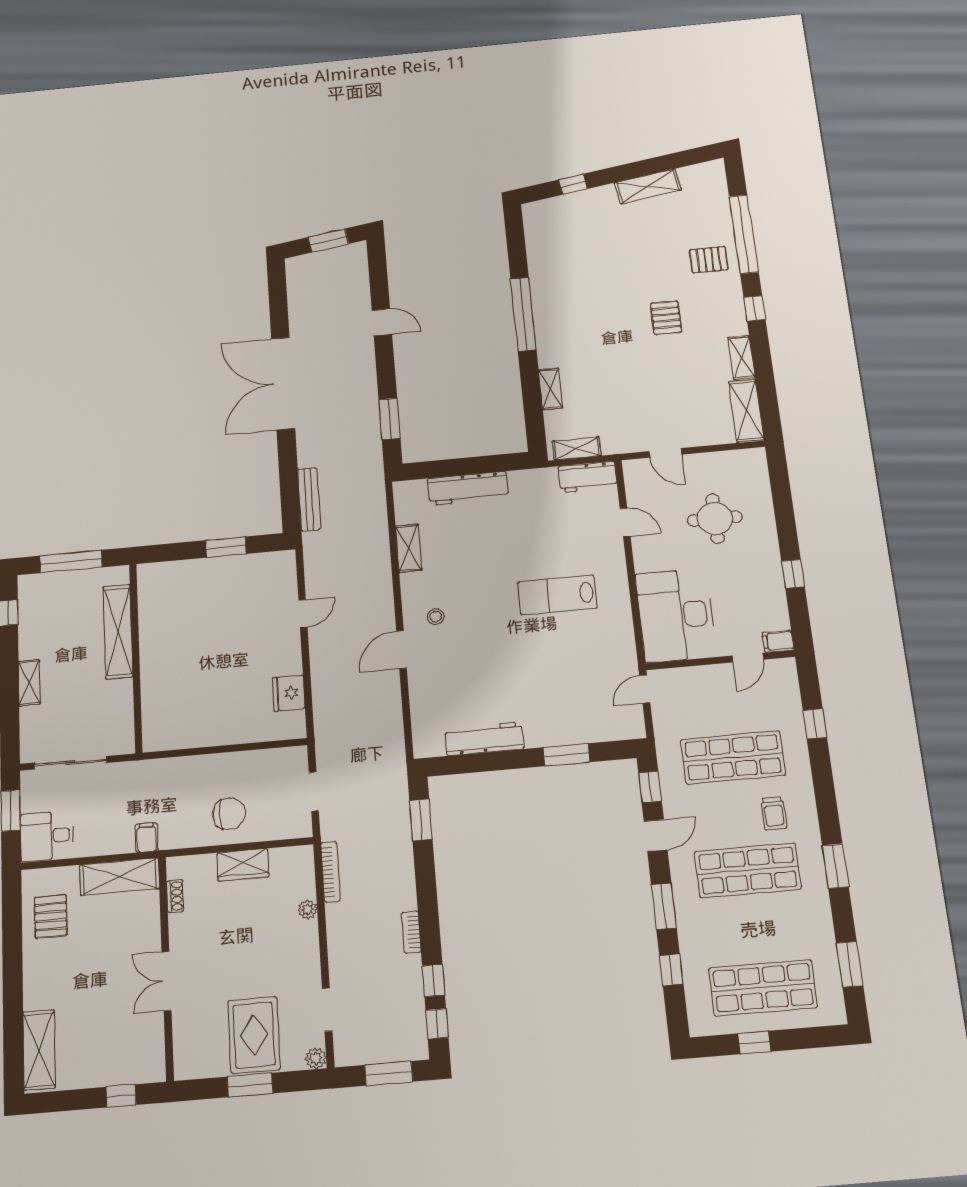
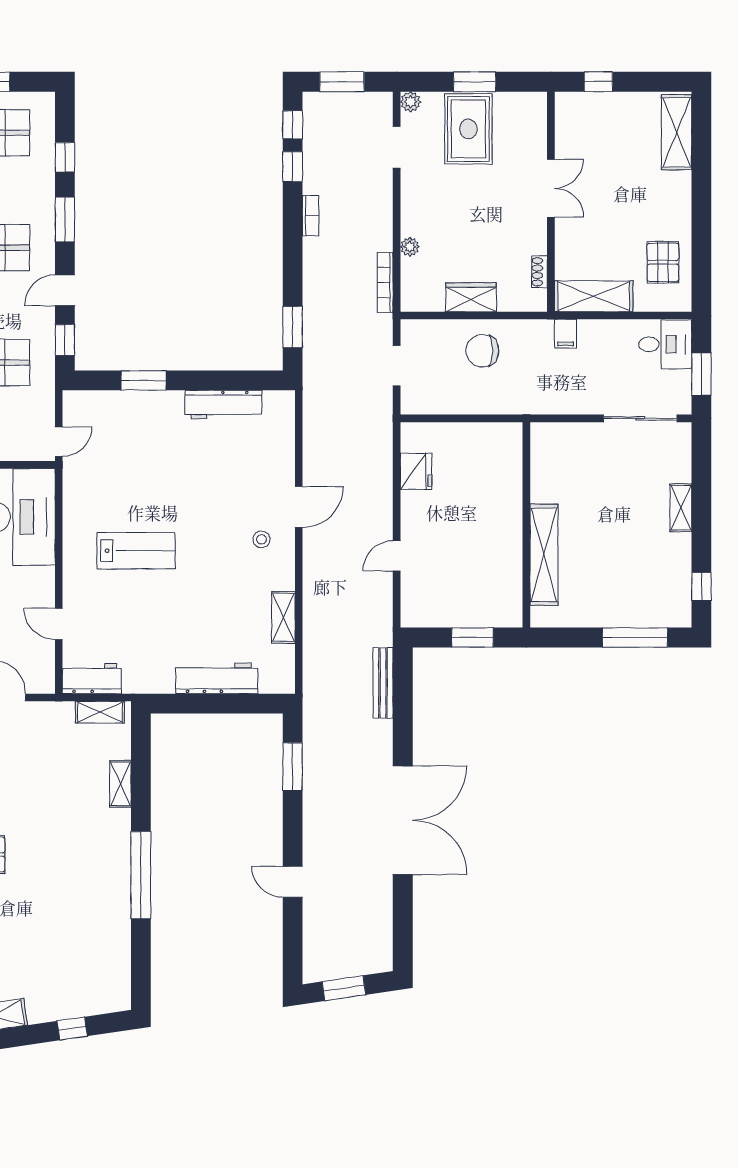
shelving: (118, 632) -> (544, 555), moved
wall: (136, 657) -> (526, 525), moved

